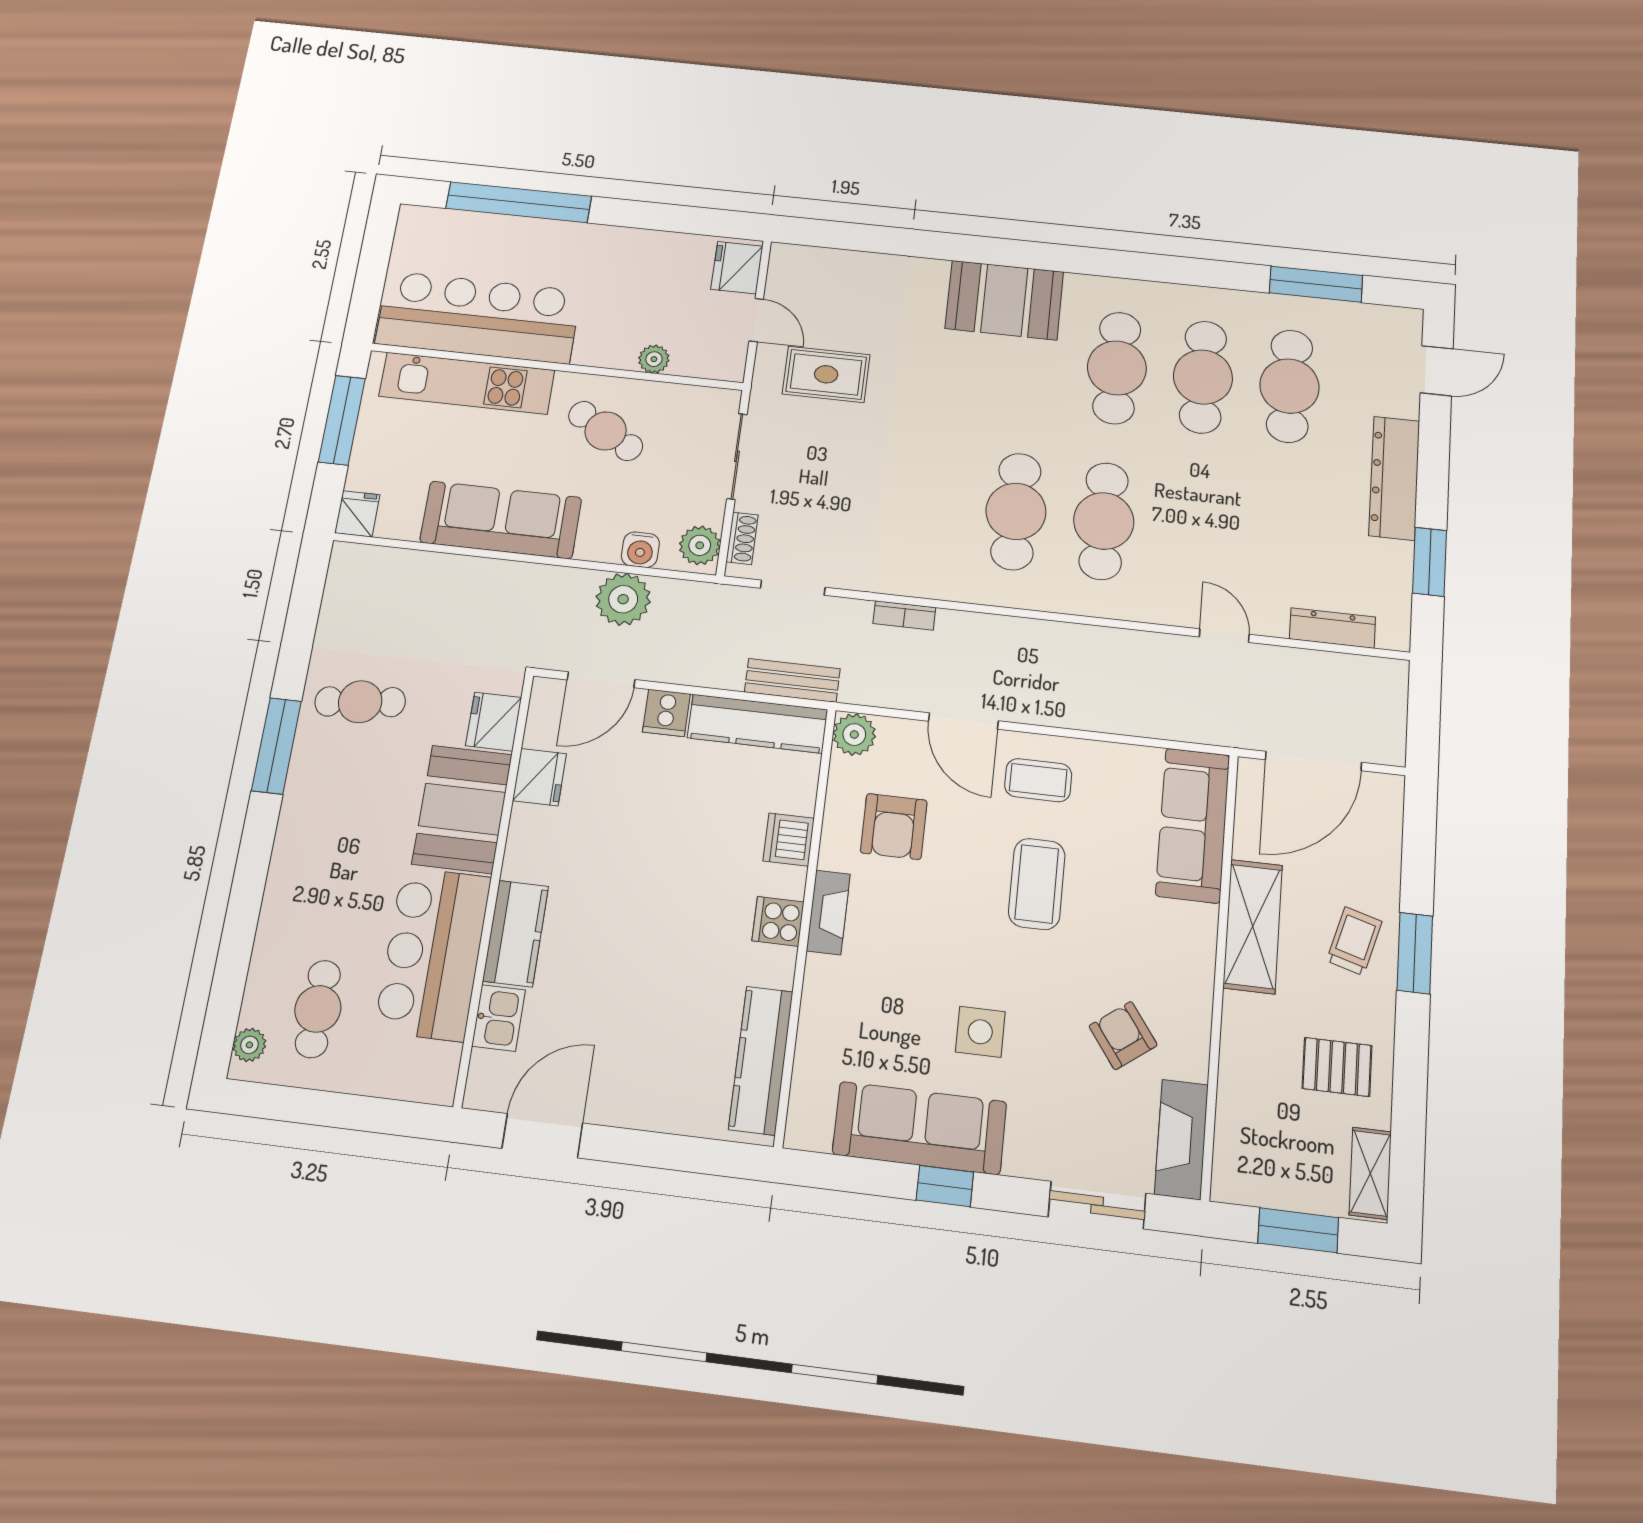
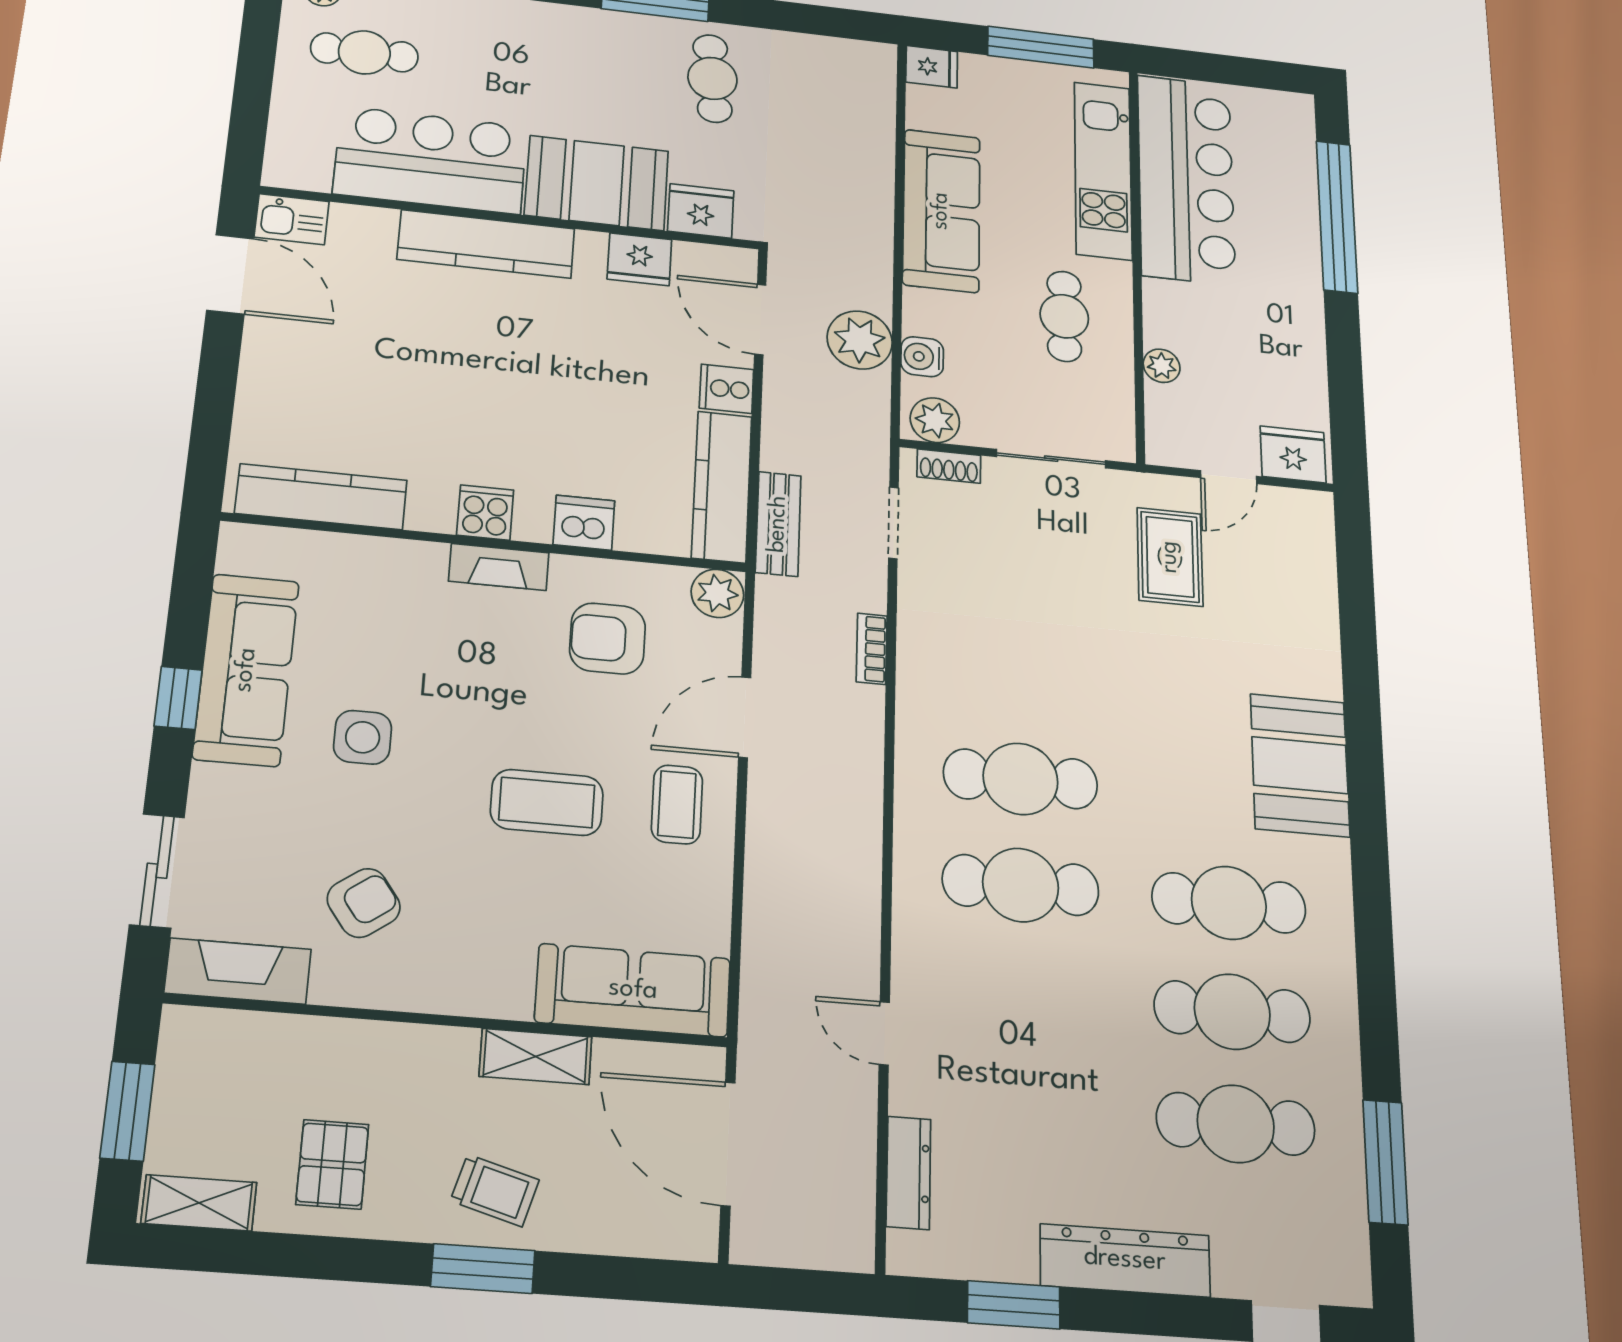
cafe table: (606, 431) -> (1064, 316), turned -30
door: (1224, 636) -> (884, 1033), swing flipped
shelving: (1253, 926) -> (536, 1057), width x0.67, depth x0.75
kitchen counter: (516, 934) -> (486, 244), width x1.50
kitchen sink: (499, 1018) -> (292, 219), moved

